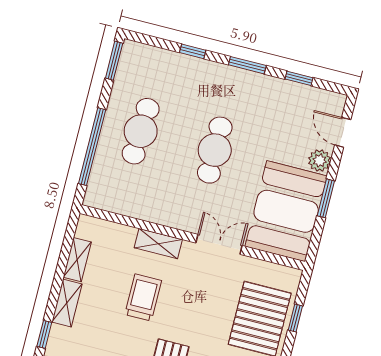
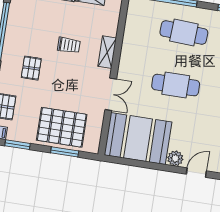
window: (326, 198) -> (149, 165), removed
trolley: (143, 297) -> (69, 45), width x0.73, depth x0.72
window: (295, 318) -> (65, 152), width x1.50

